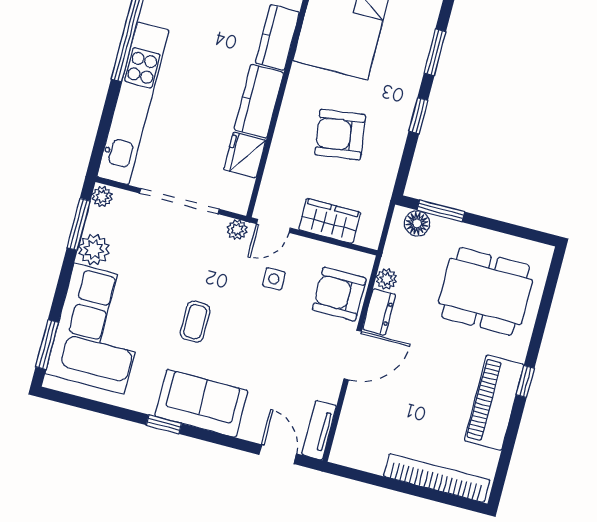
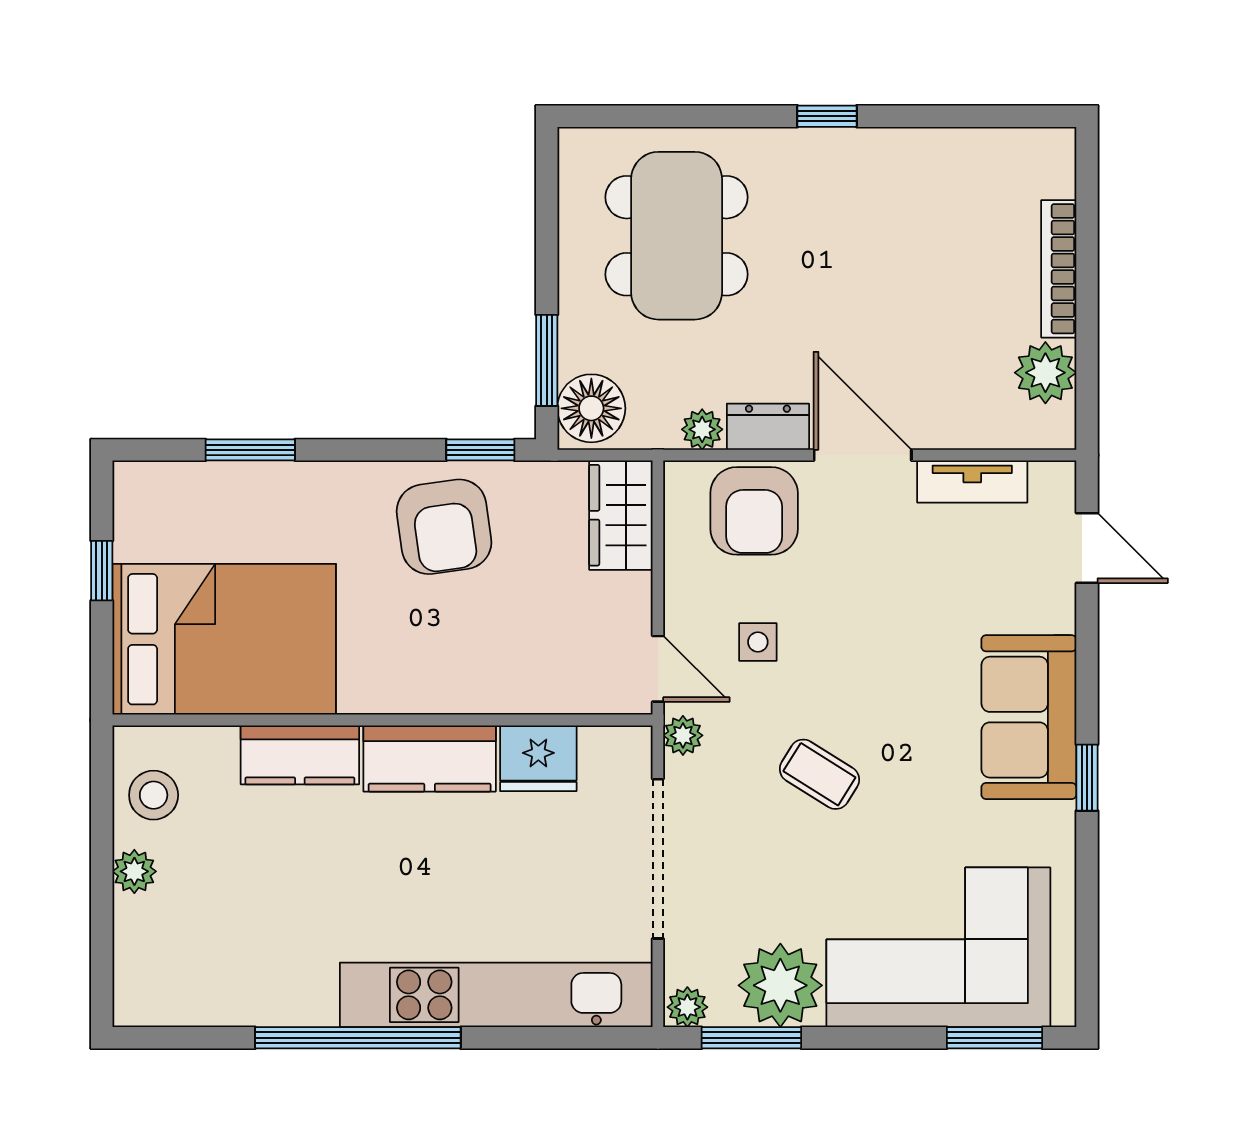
window: (418, 116) -> (480, 450), moved
armchair: (340, 135) -> (444, 527), moved
wardrobe: (330, 221) -> (621, 515), moved
floor lamp: (417, 223) -> (591, 408), width x1.38, depth x1.38
plant: (94, 249) -> (780, 985), width x1.36, depth x1.36
coffee table: (195, 322) -> (819, 774), moved, turned 32
piano: (494, 403) -> (882, 165), removed
tv unit: (319, 430) -> (972, 482), moved
door: (278, 454) -> (1087, 548), swing flipped
plant: (370, 456) -> (1045, 373), added
bookcase: (437, 478) -> (1059, 269), width x0.68, depth x0.76

